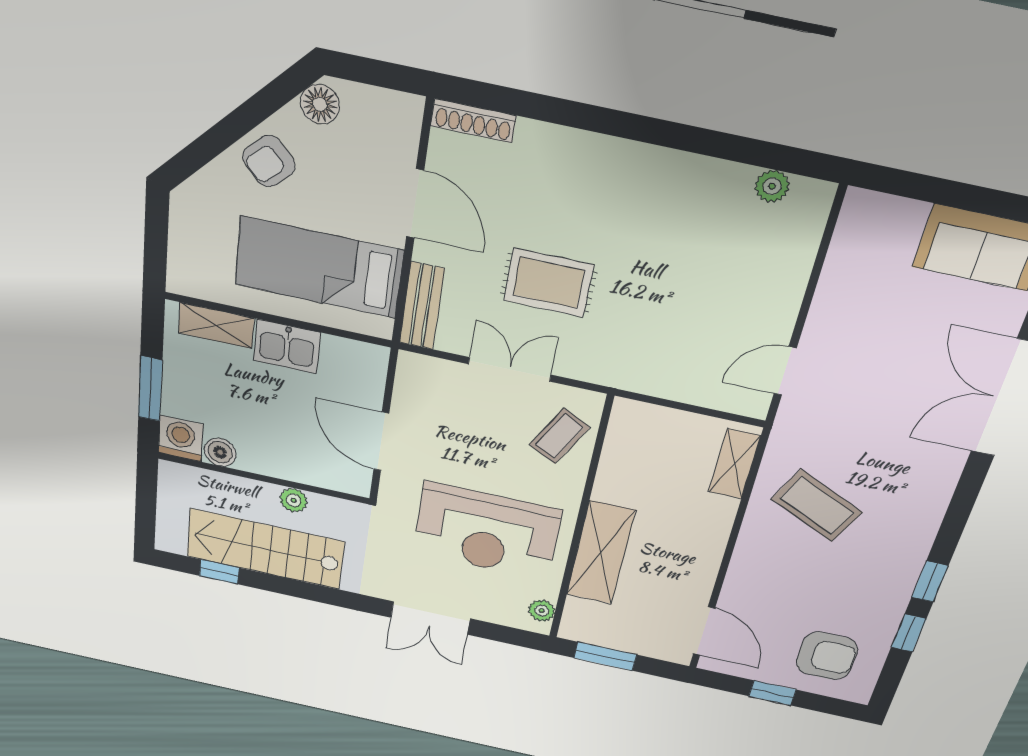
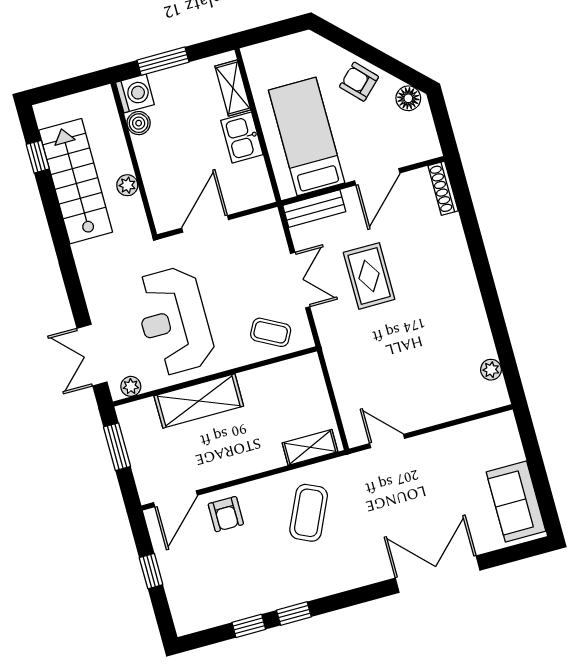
double door: (430, 618) -> (92, 355), moved
armchair: (827, 656) -> (226, 514), moved, width x0.72, depth x0.72

